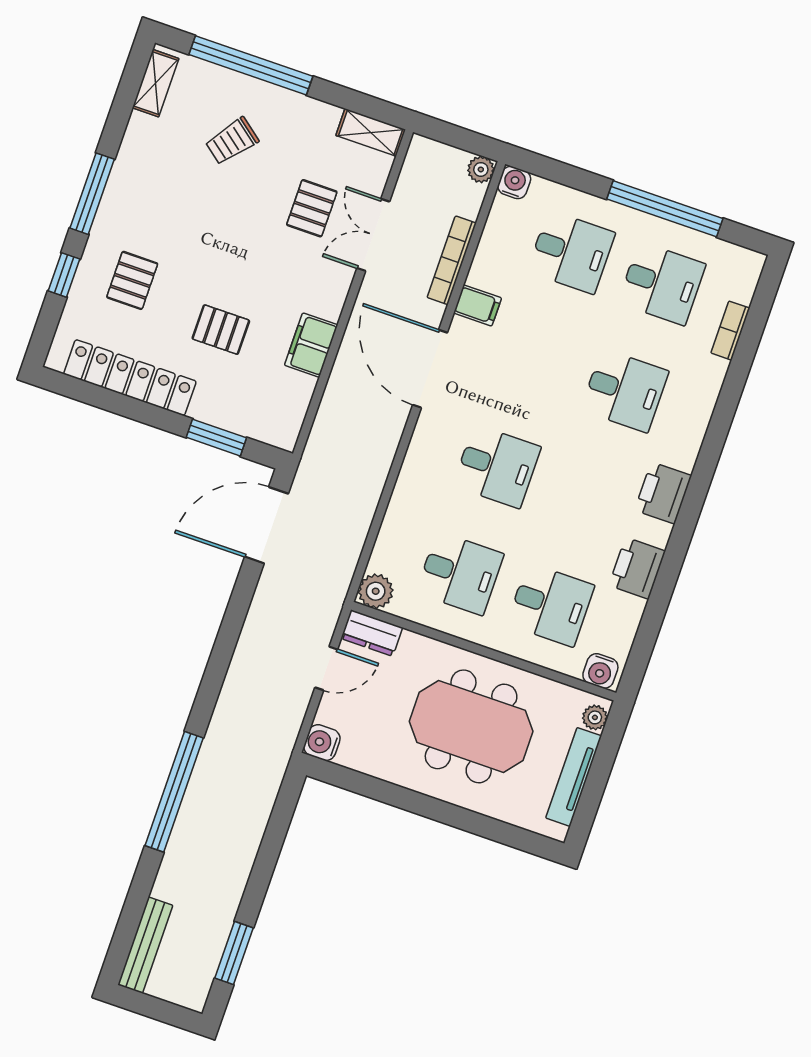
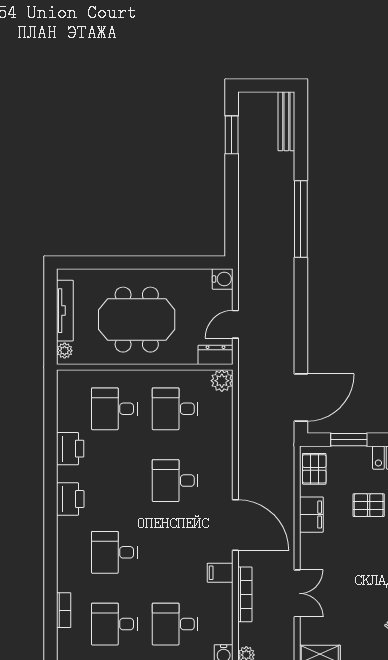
pallet: (312, 208) -> (314, 469), moved
water cooler: (600, 671) -> (71, 380), removed

